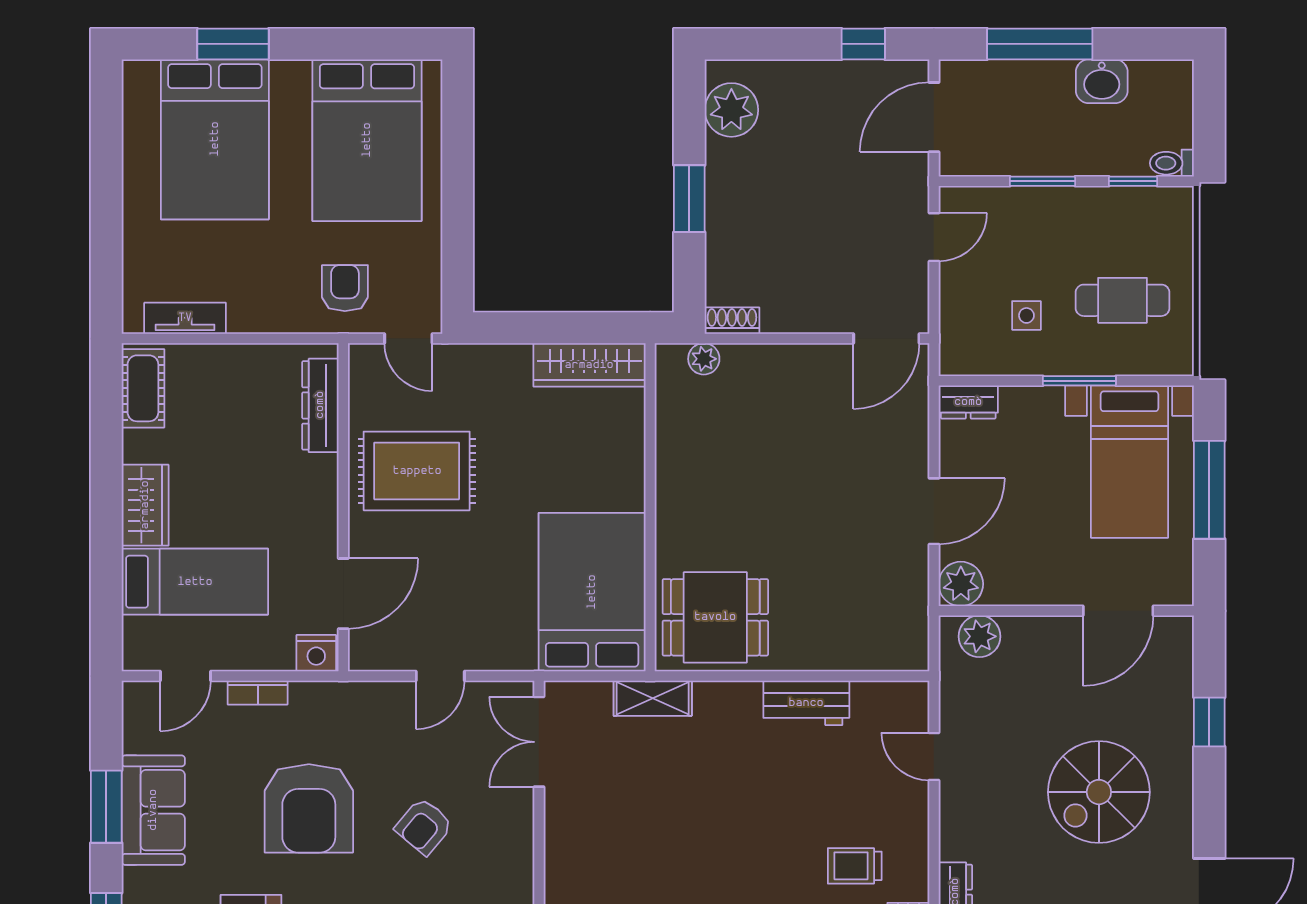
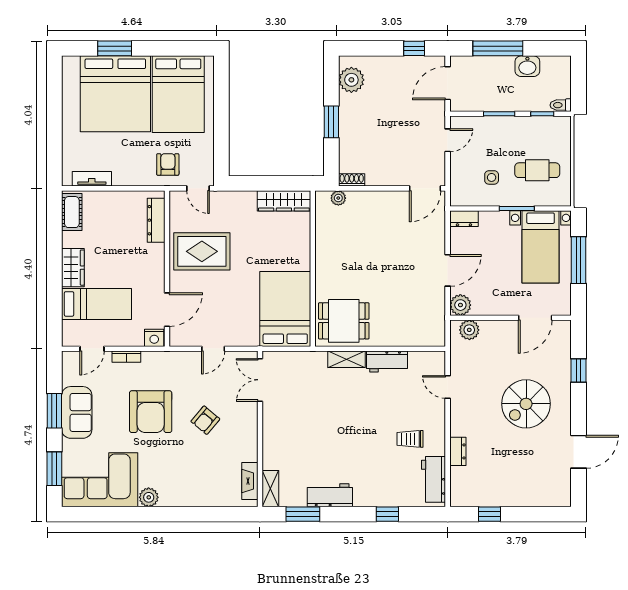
bed: (215, 139) -> (115, 94), width x1.36
shelving: (653, 698) -> (347, 359), moved

